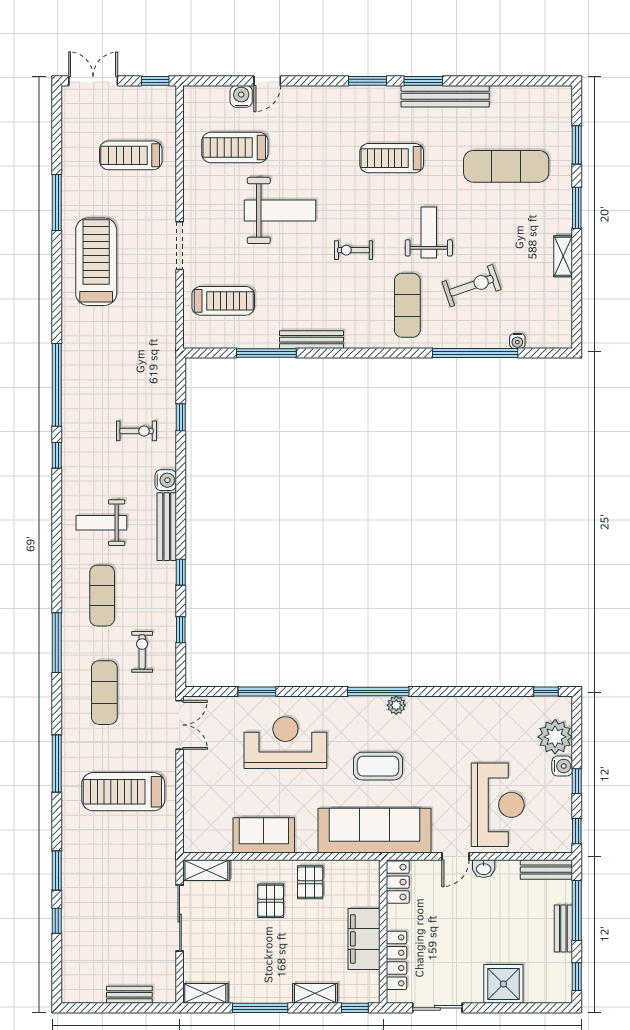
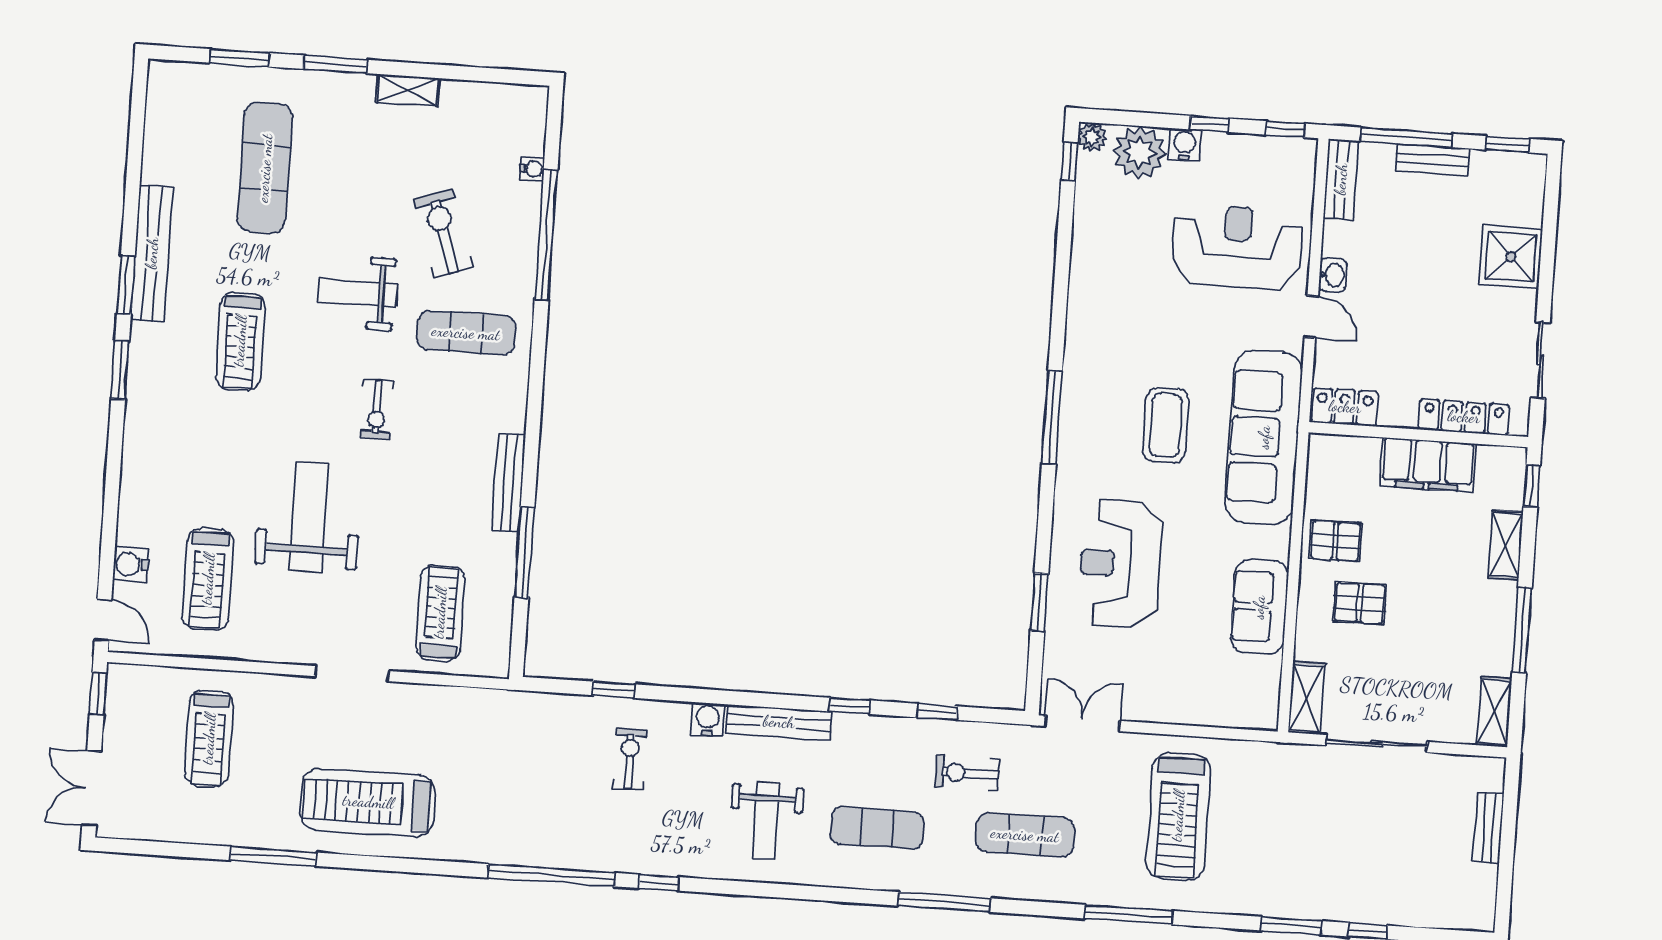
door: (267, 81) -> (103, 620), moved
plant: (396, 705) -> (1092, 137), moved

